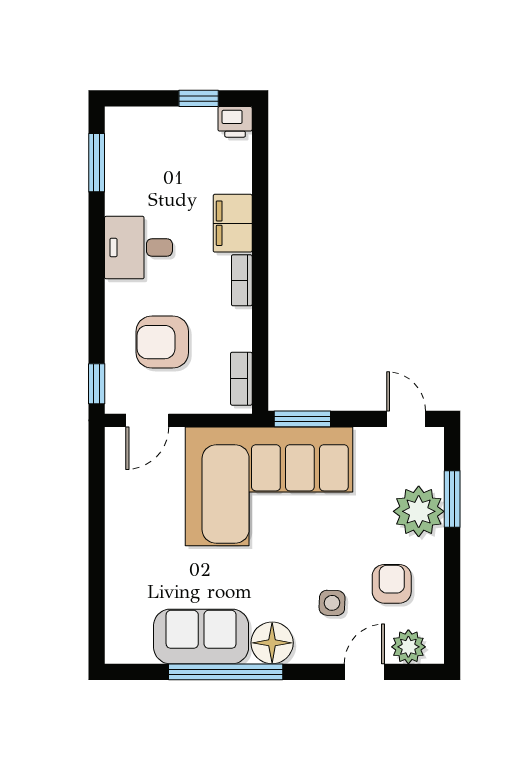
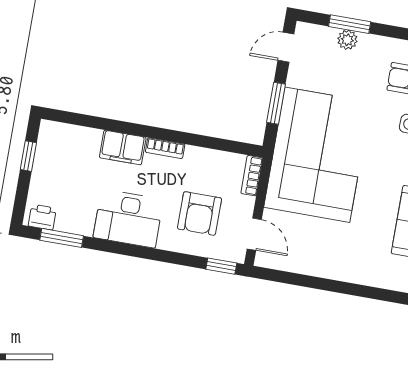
printer: (235, 122) -> (42, 217), moved, turned -90
desk: (138, 248) -> (128, 219), width x1.37
bookcase: (241, 379) -> (252, 176), moved, turned 90
window: (302, 419) -> (276, 103), moved
plant: (419, 511) -> (347, 40), width x0.53, depth x0.53

